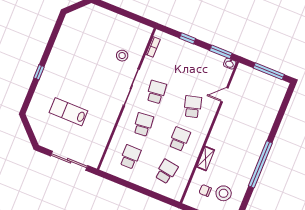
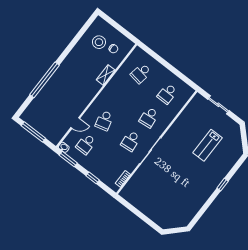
stool: (122, 56) -> (150, 179), removed
lab bench: (68, 112) -> (207, 145), turned 90
school desk: (180, 139) -> (86, 144), moved
sliding door: (69, 161) -> (218, 105), width x0.73
window: (260, 164) -> (44, 80), moved

